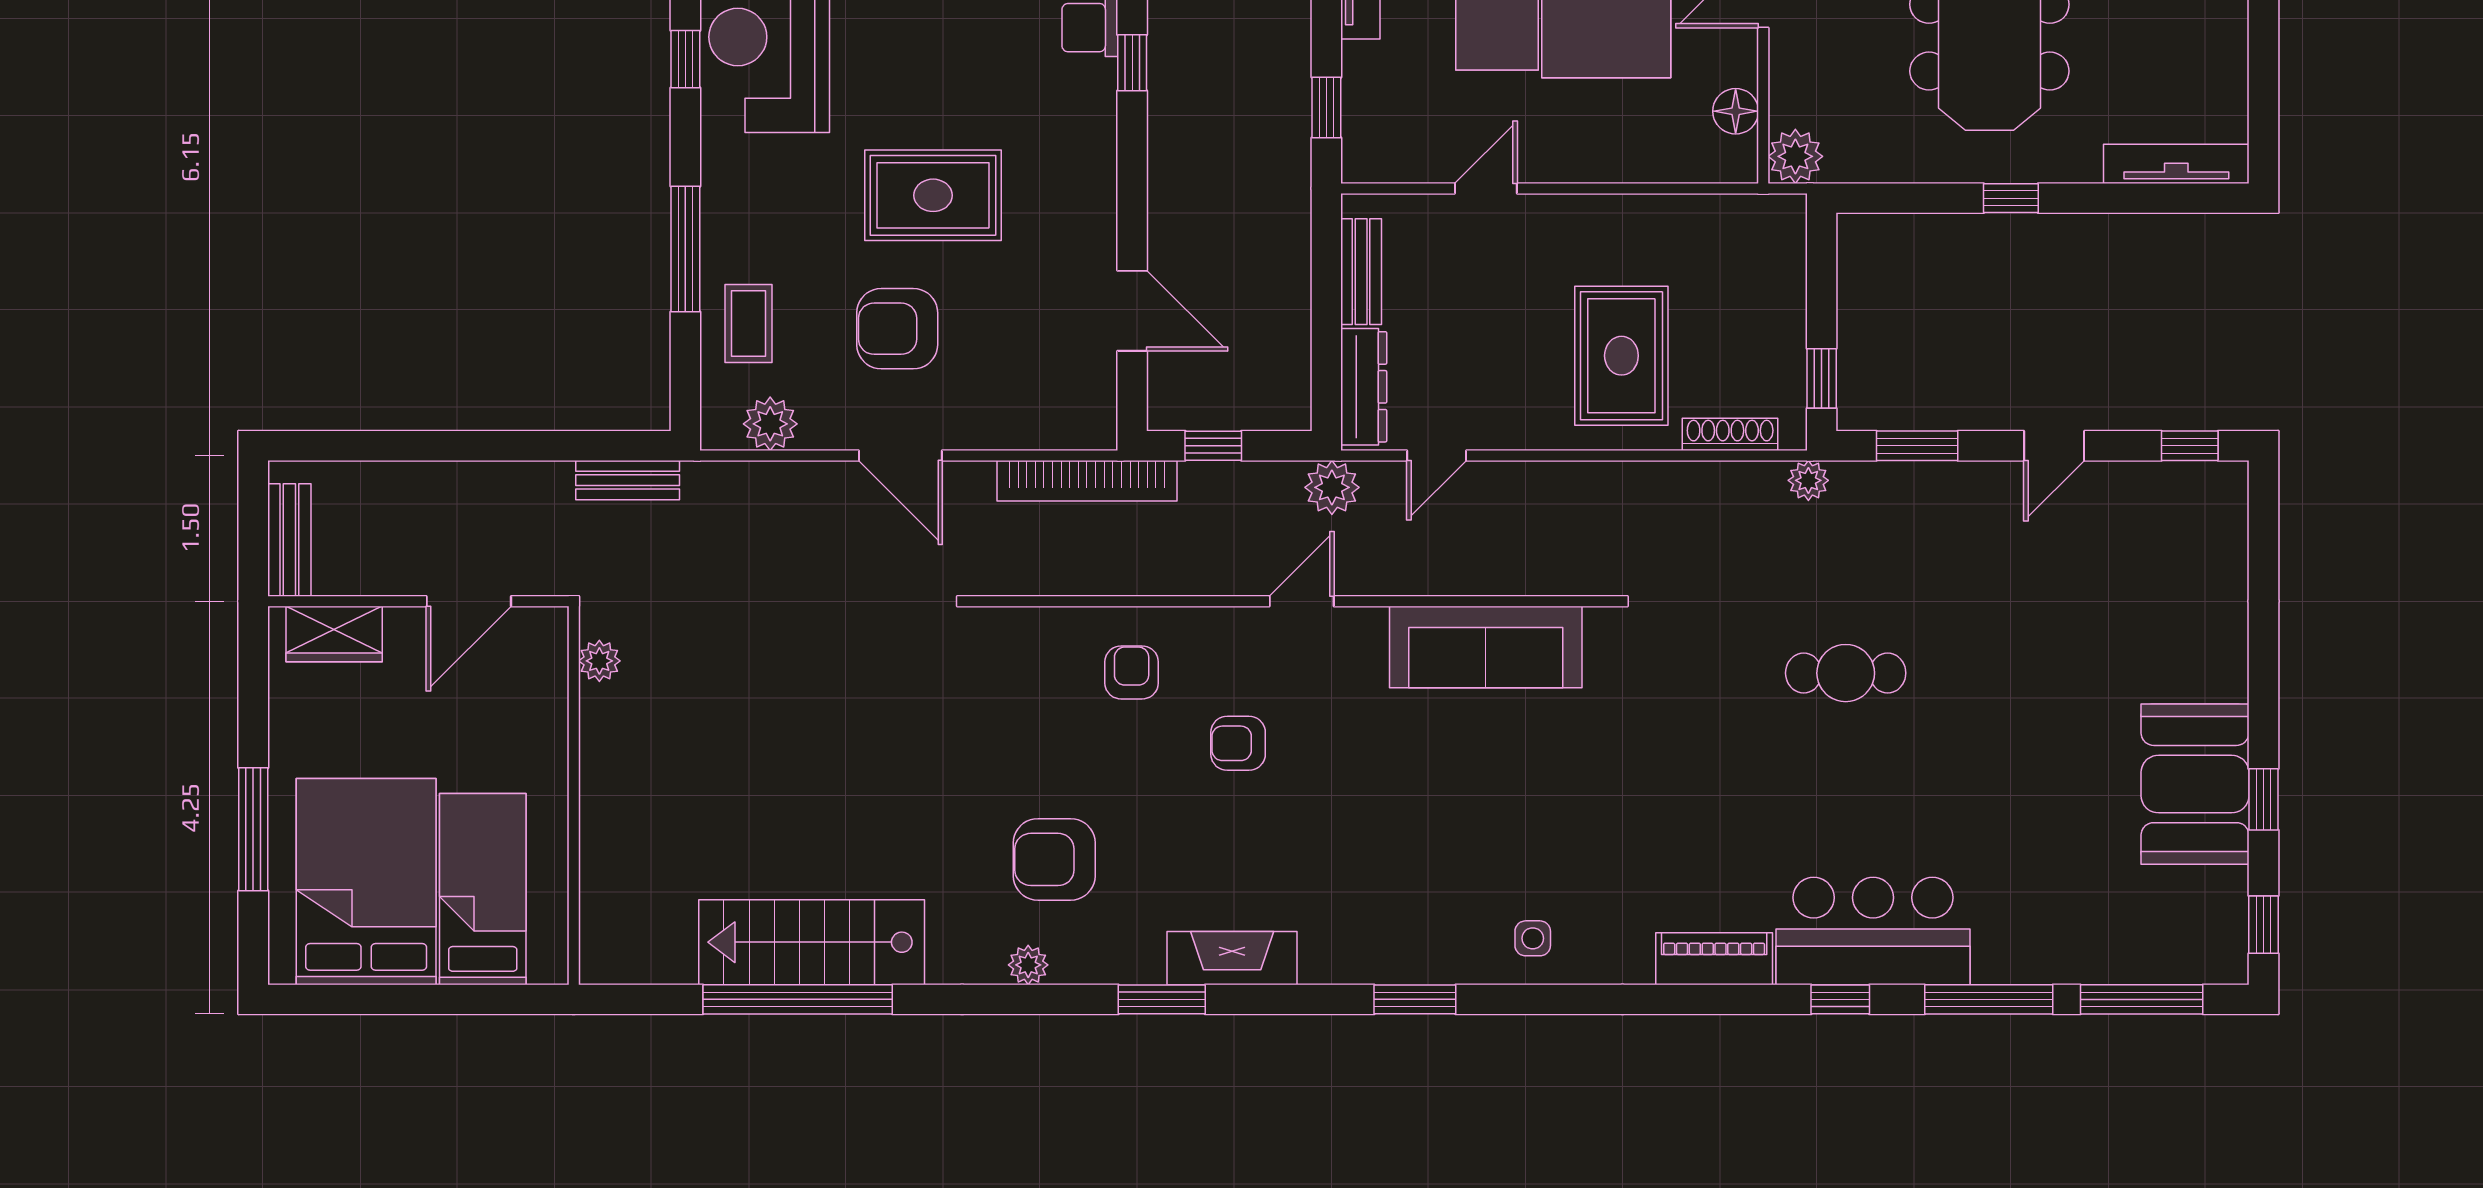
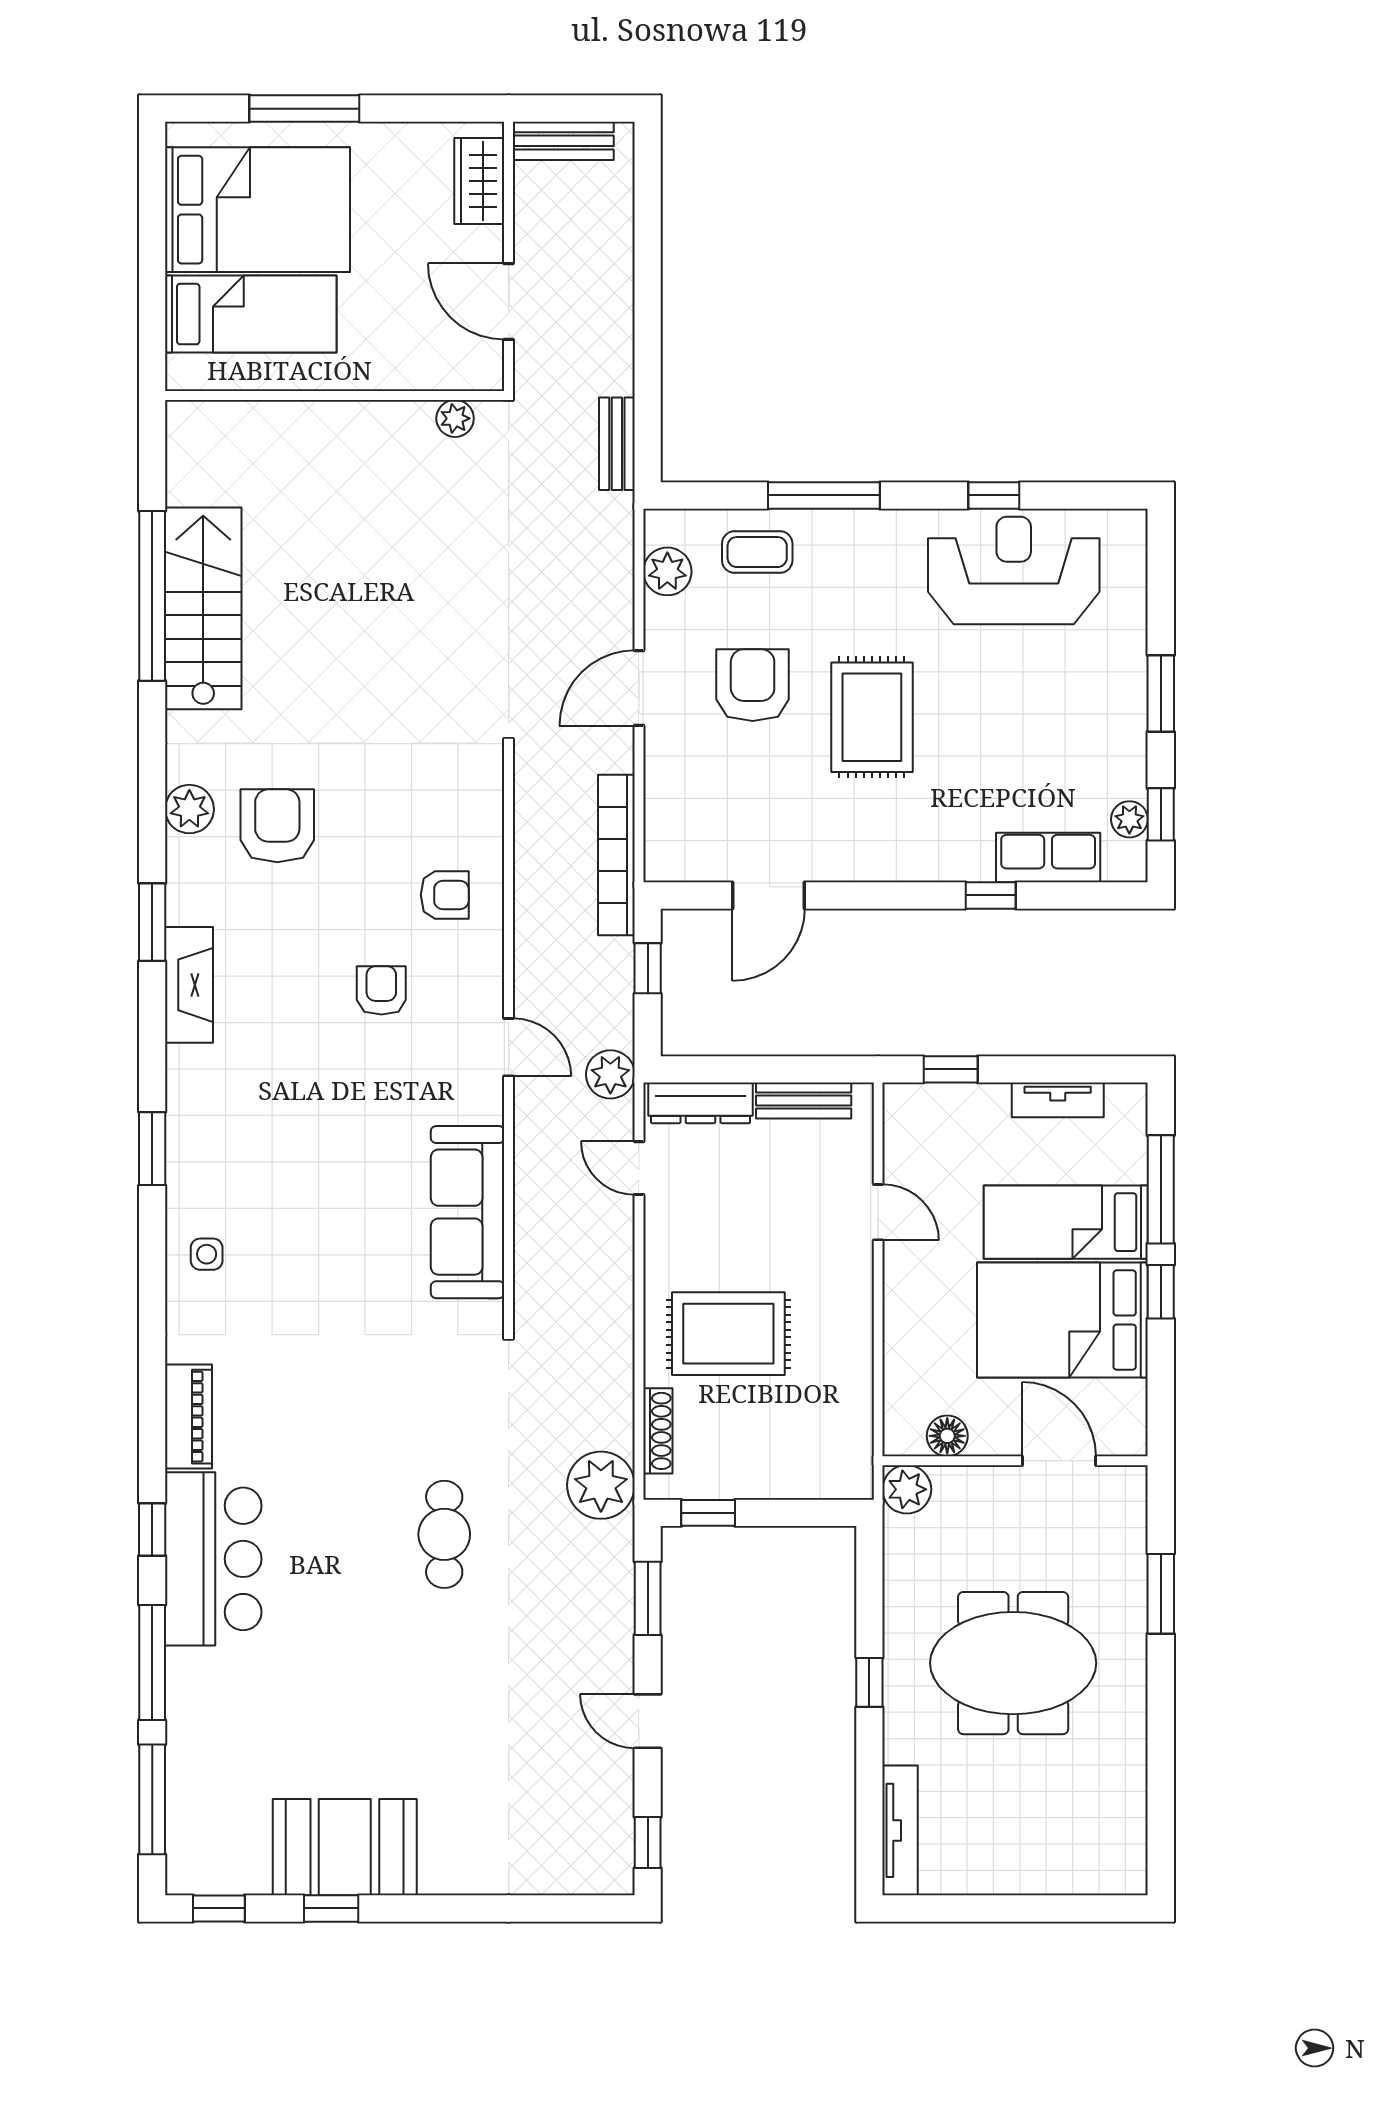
plant: (1808, 480) -> (601, 1485), width x1.88, depth x1.88
plant: (1028, 965) -> (189, 809), width x1.38, depth x1.38

